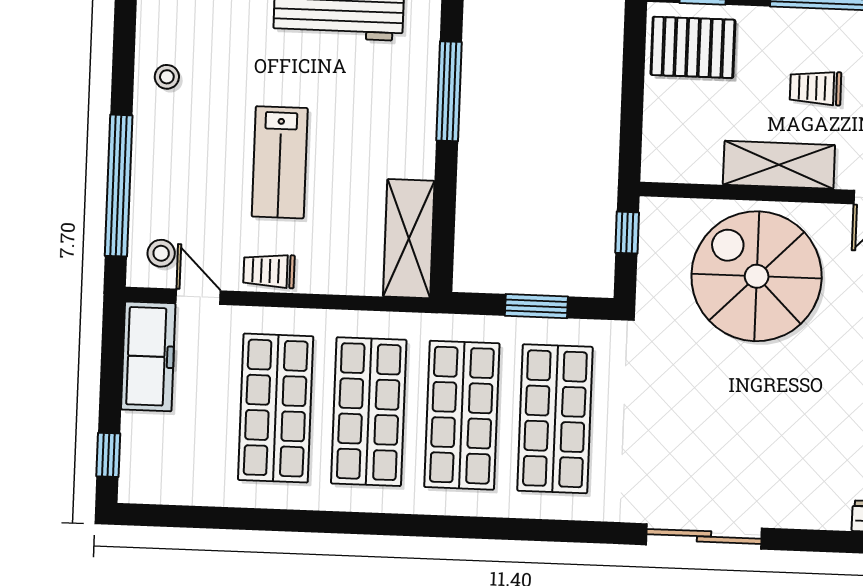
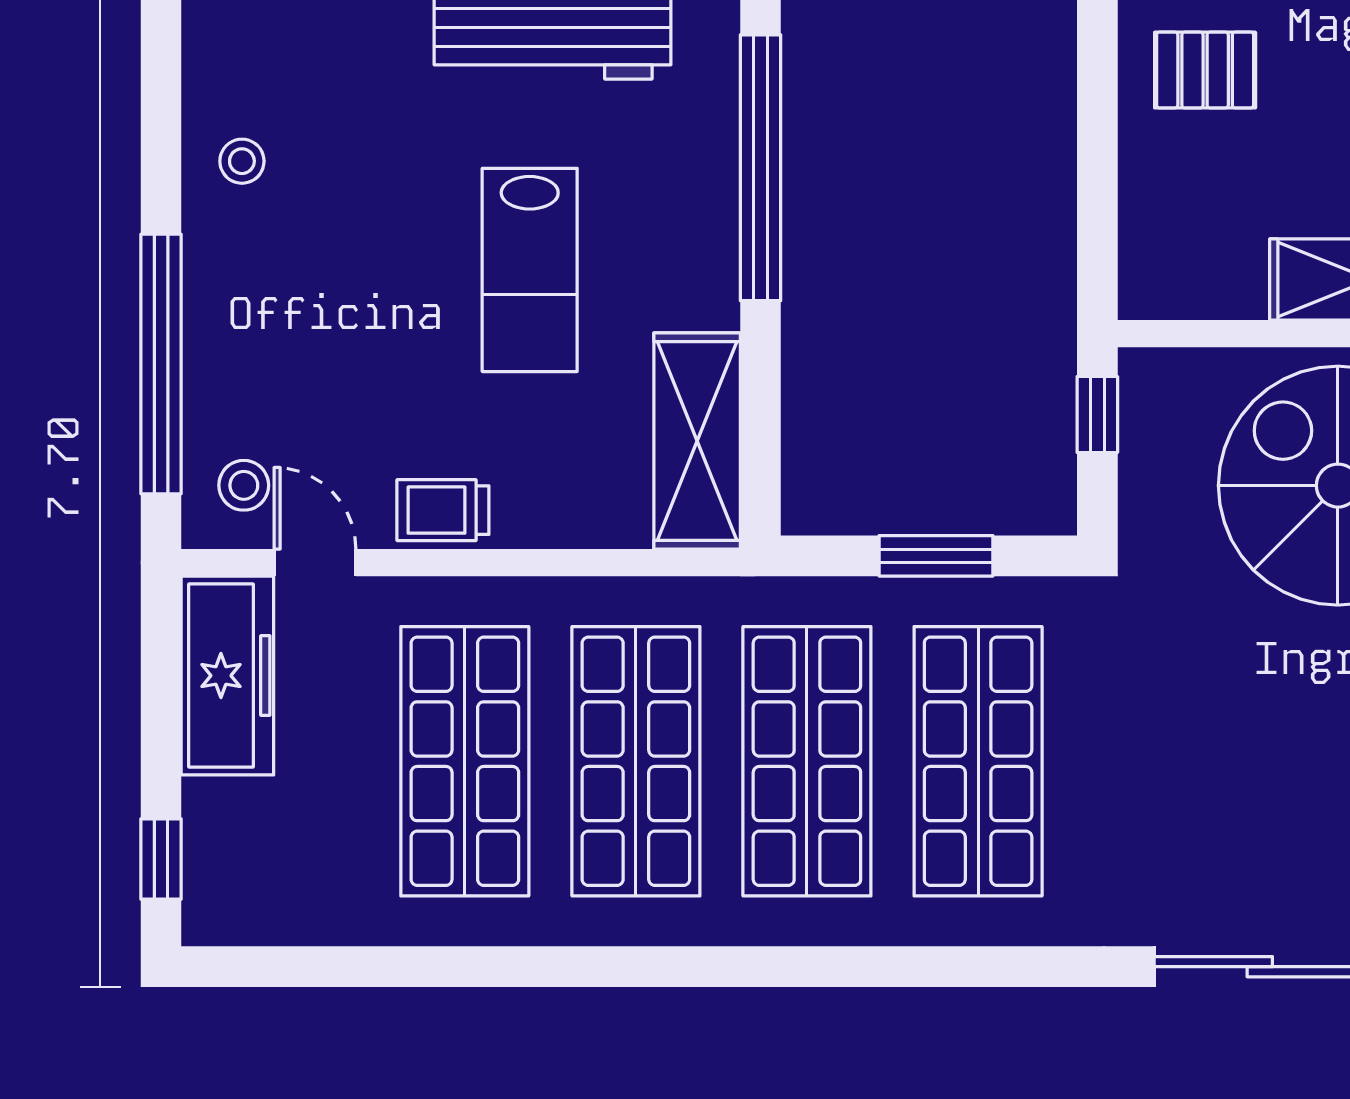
pallet: (693, 47) -> (1205, 70), width x0.67, depth x0.71
window: (449, 91) -> (761, 168), width x1.46
lab bench: (280, 162) -> (530, 270), moved

